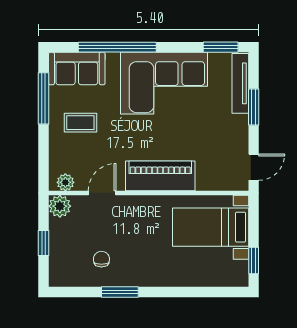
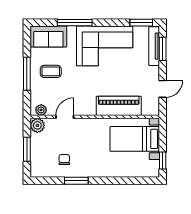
window: (117, 47) -> (75, 23), width x0.68
window: (44, 98) -> (27, 74), moved
window: (254, 107) -> (163, 49), moved
door: (254, 167) -> (163, 89), moved
piano: (160, 176) -> (119, 106), moved
window: (44, 243) -> (27, 149), width x1.50

